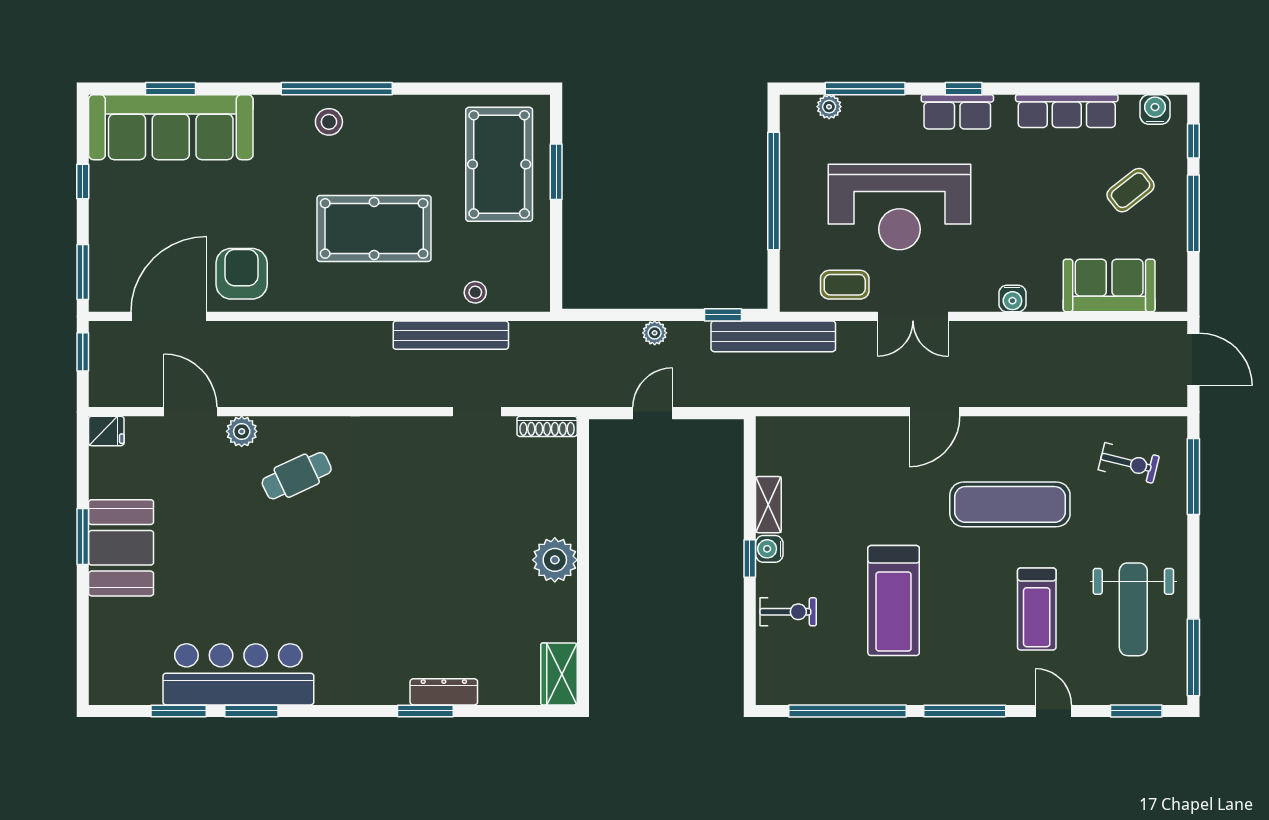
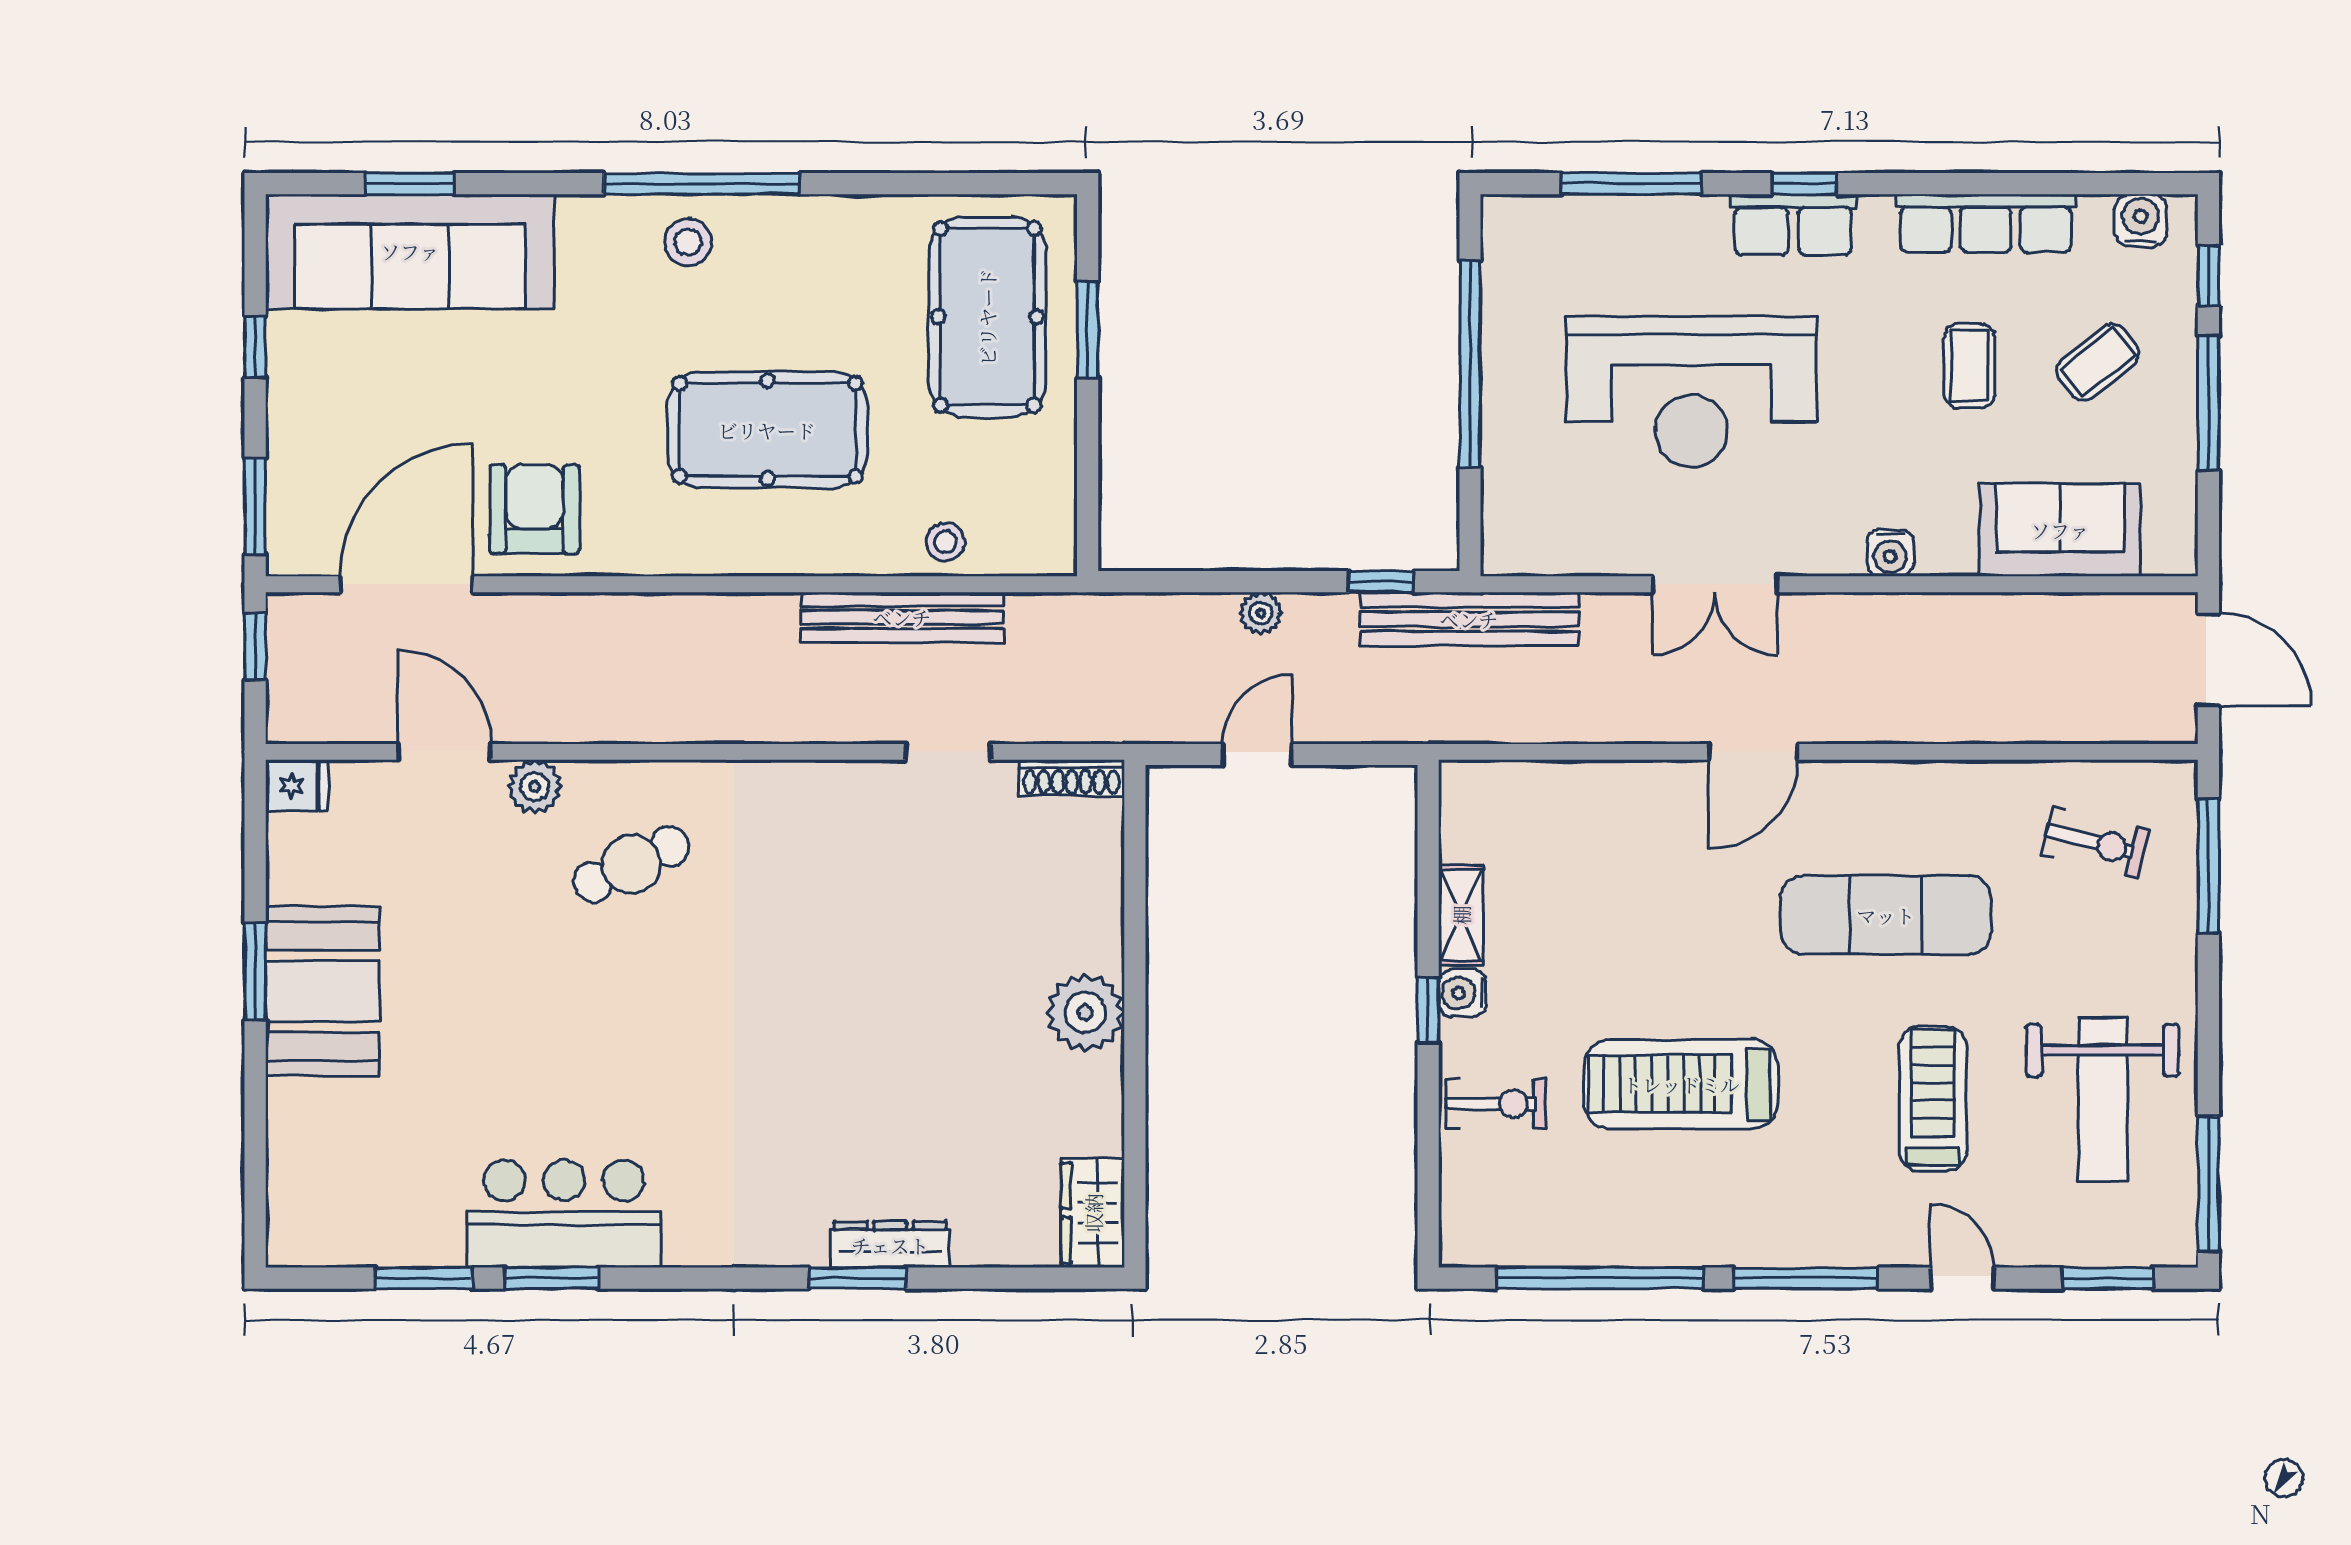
plant: (829, 107) -> (1568, 216), removed
coffee table: (845, 285) -> (1969, 366), moved, turned 90
treadmill: (894, 601) -> (1681, 1084), turned 90
treadmill: (1037, 609) -> (1933, 1099), turned 180
bar counter: (238, 674) -> (564, 1214), width x0.73

